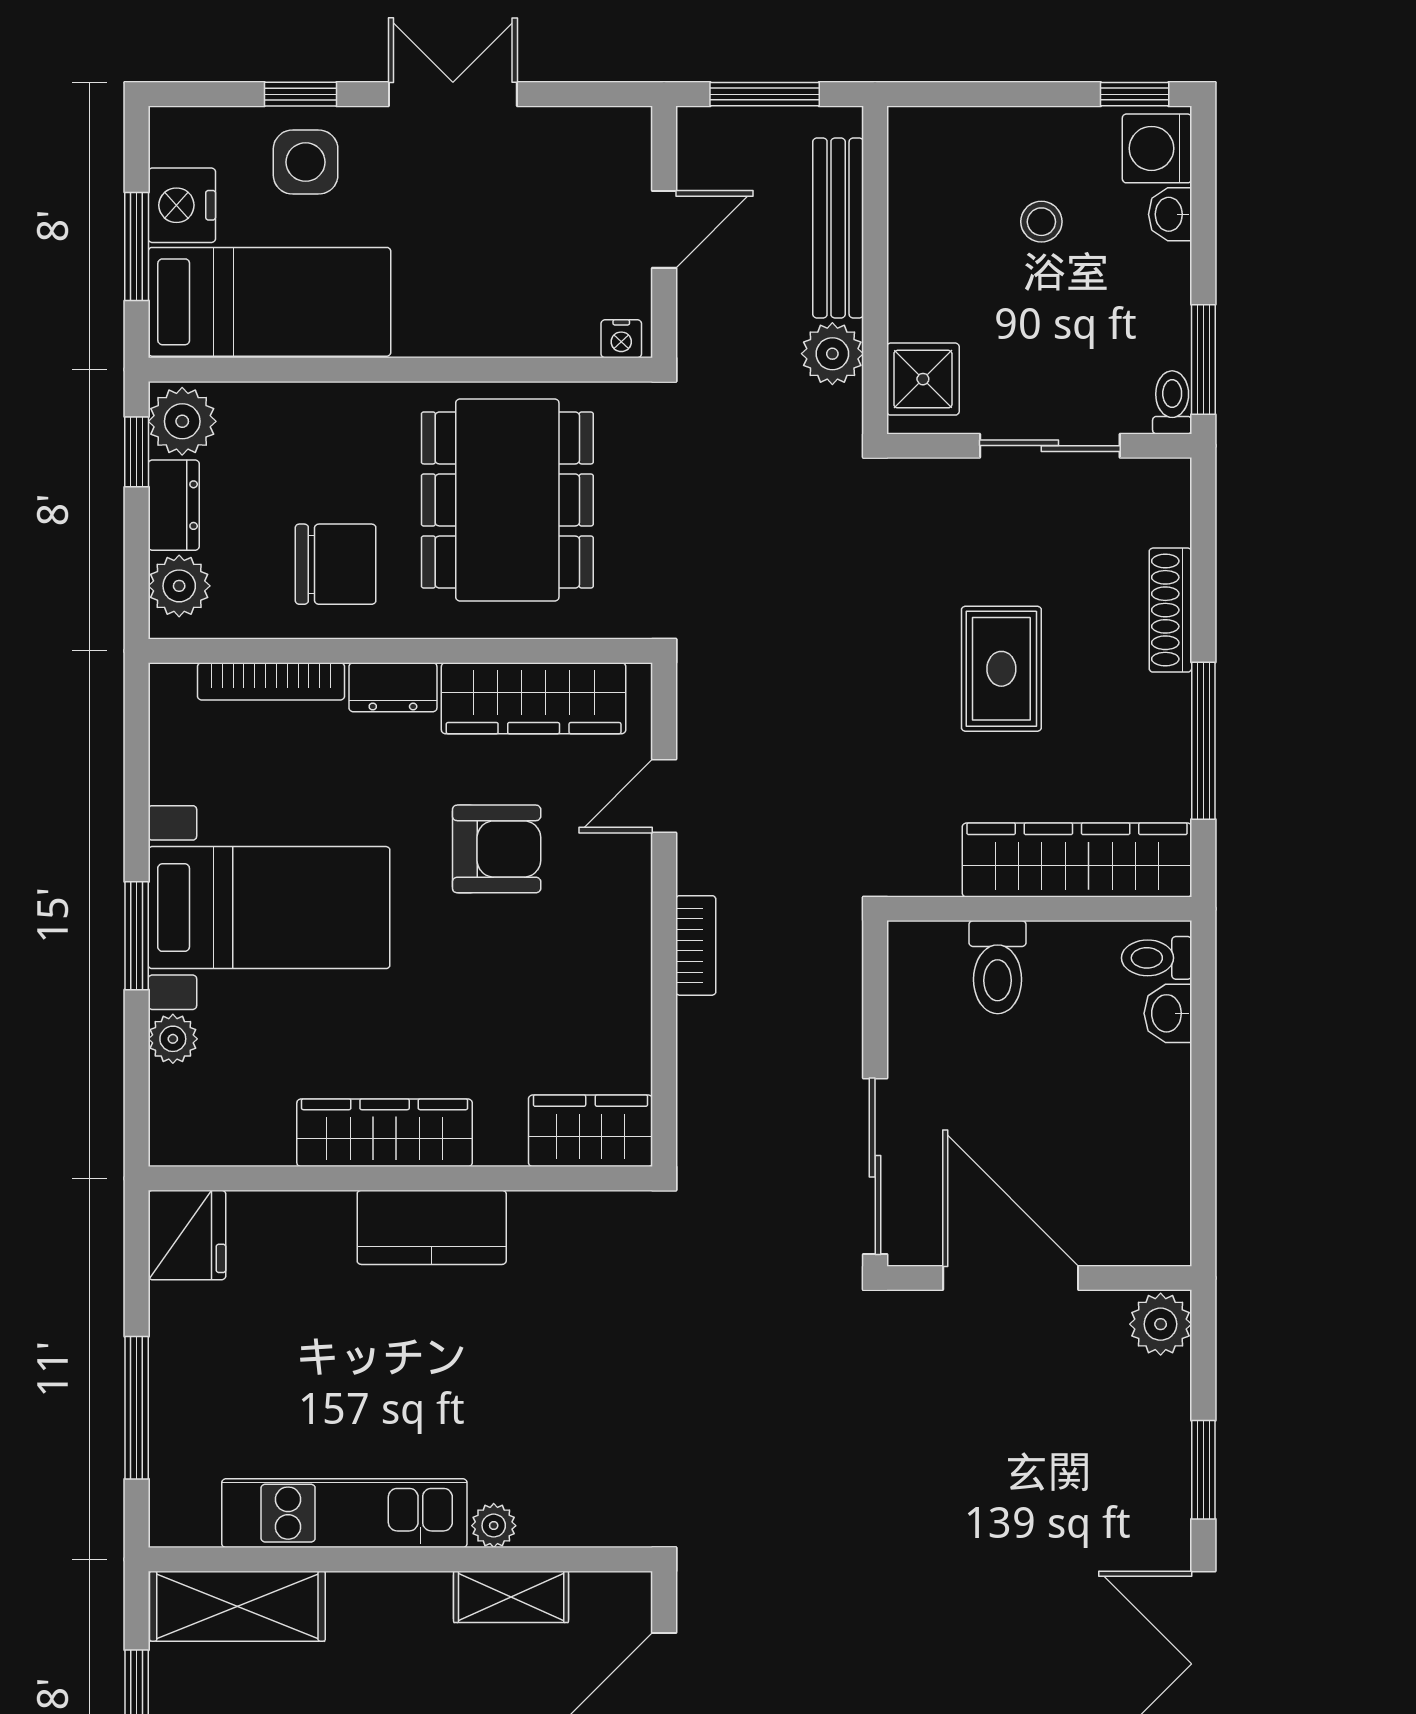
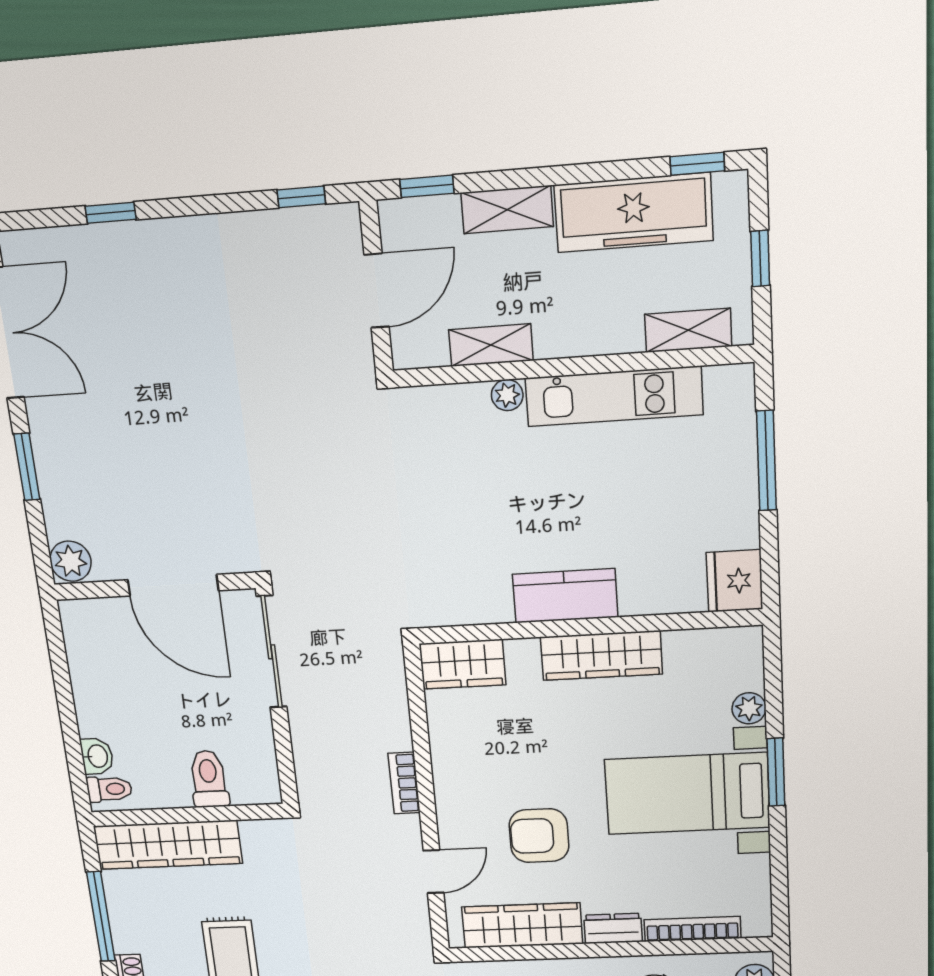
shelving: (237, 1606) -> (688, 330), width x0.67, depth x0.75

